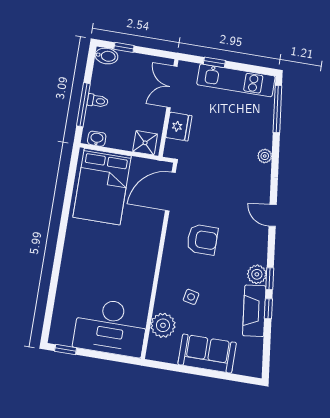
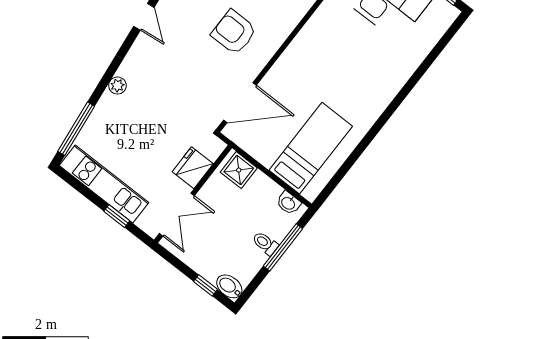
bed: (102, 187) -> (311, 148), width x0.67

